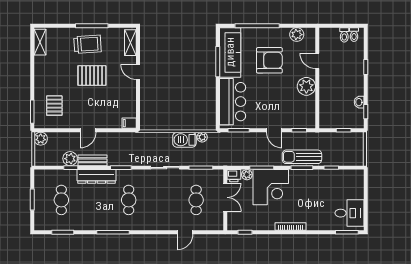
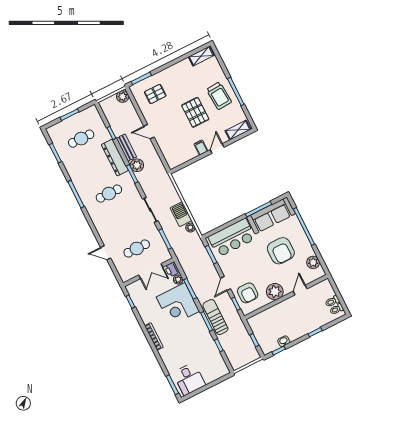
armchair: (294, 114) -> (248, 293), added
filing cabinet: (129, 123) -> (201, 148), moved
plant: (70, 159) -> (137, 165), moved

